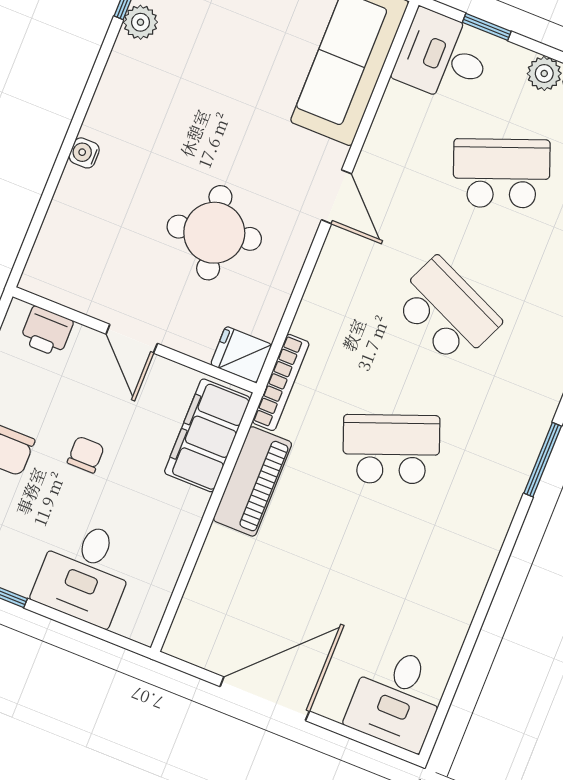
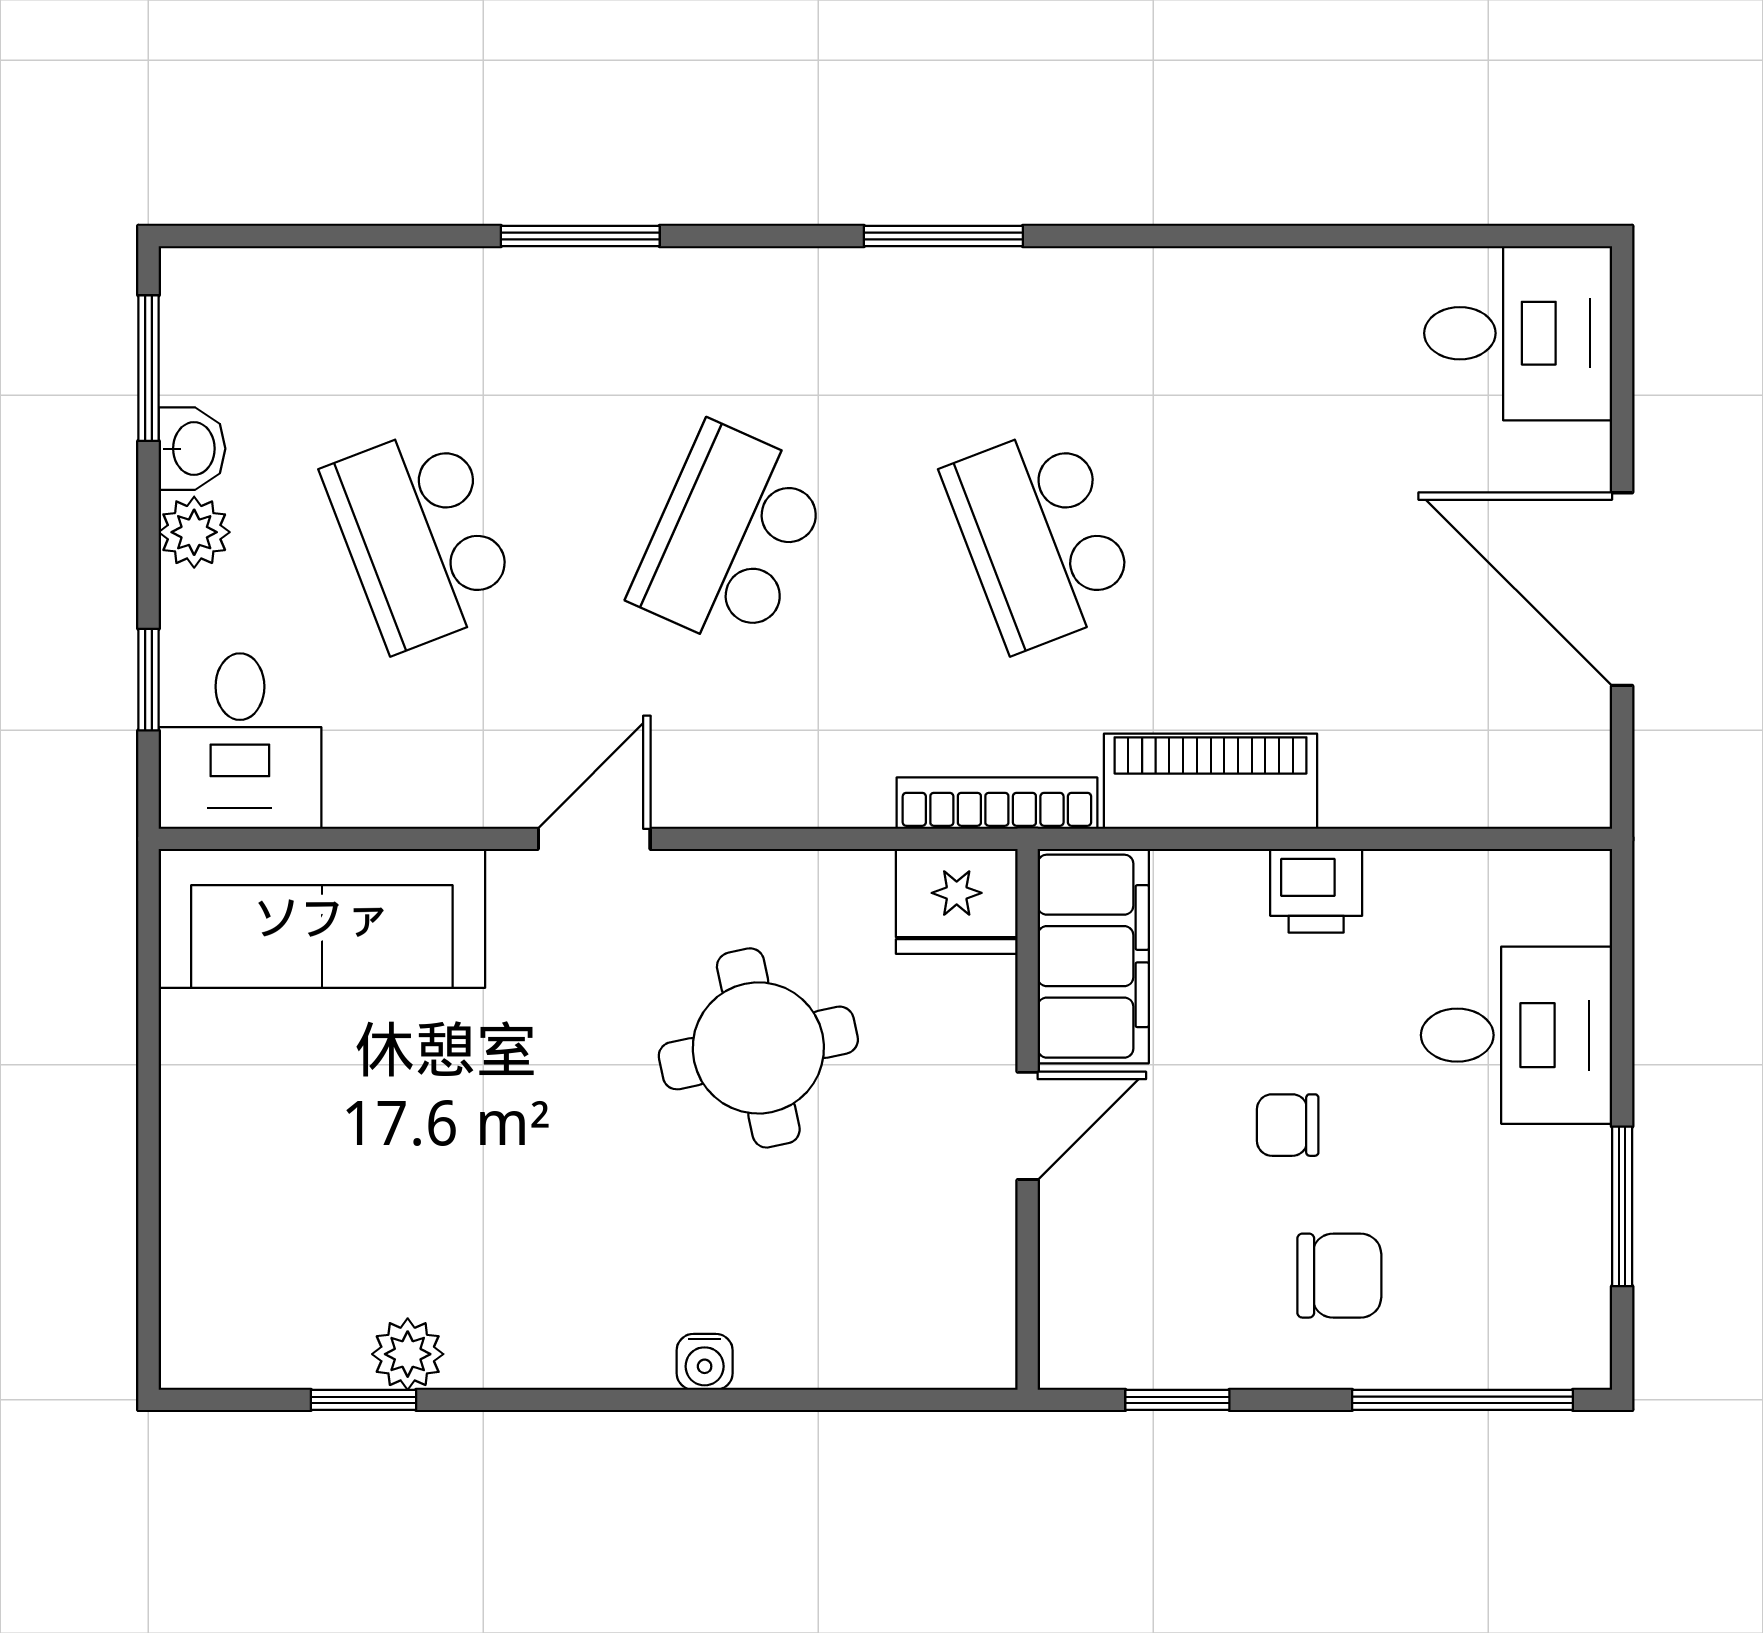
printer: (47, 331) -> (1316, 891), moved, turned 90
fridge: (241, 355) -> (957, 901), width x1.38
filing cabinet: (207, 435) -> (1093, 956), moved, turned -90

